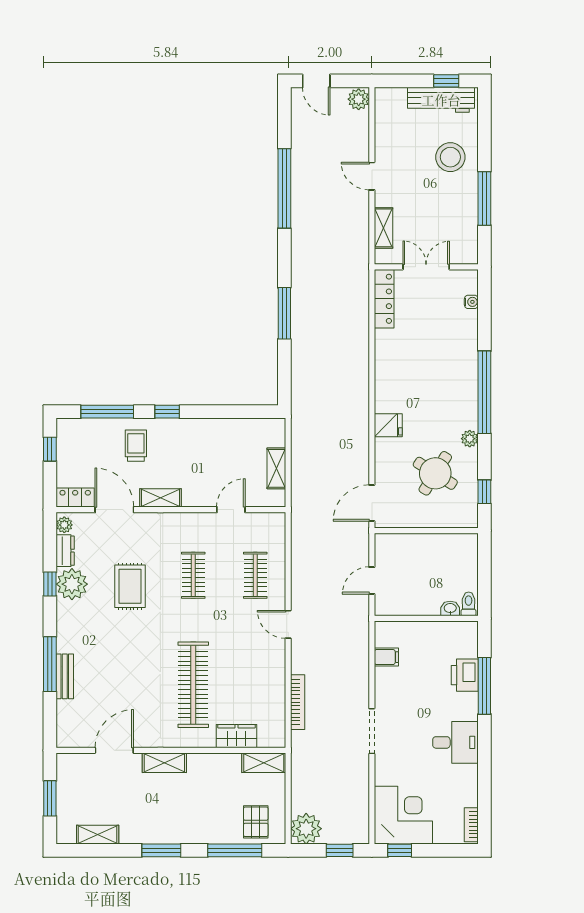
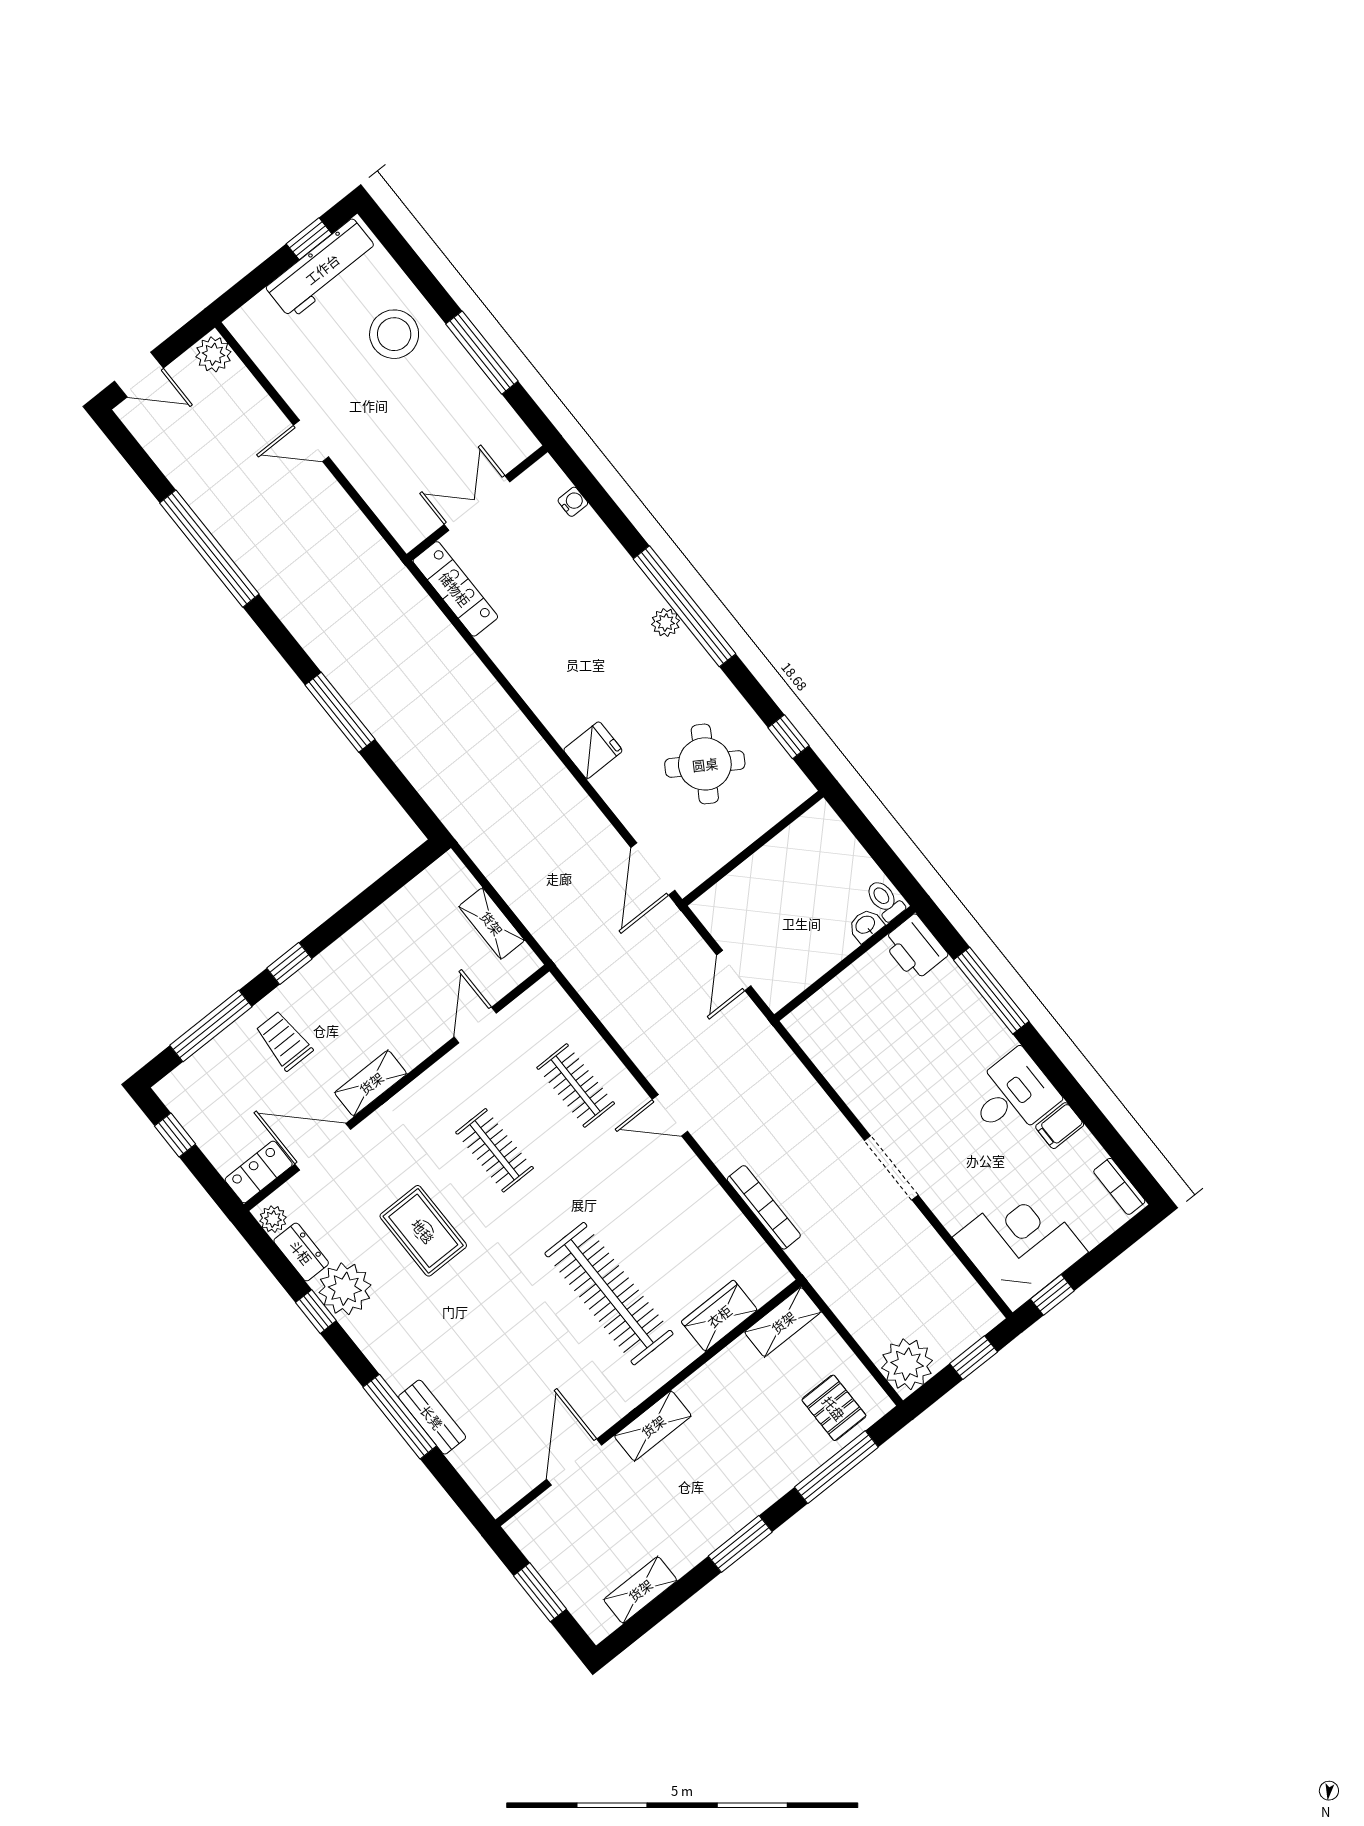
shelving: (384, 228) -> (381, 497), removed
plant: (470, 439) -> (666, 623), moved
filing cabinet: (386, 657) -> (1060, 1126), moved, turned 180
printer: (465, 675) -> (915, 948), moved

